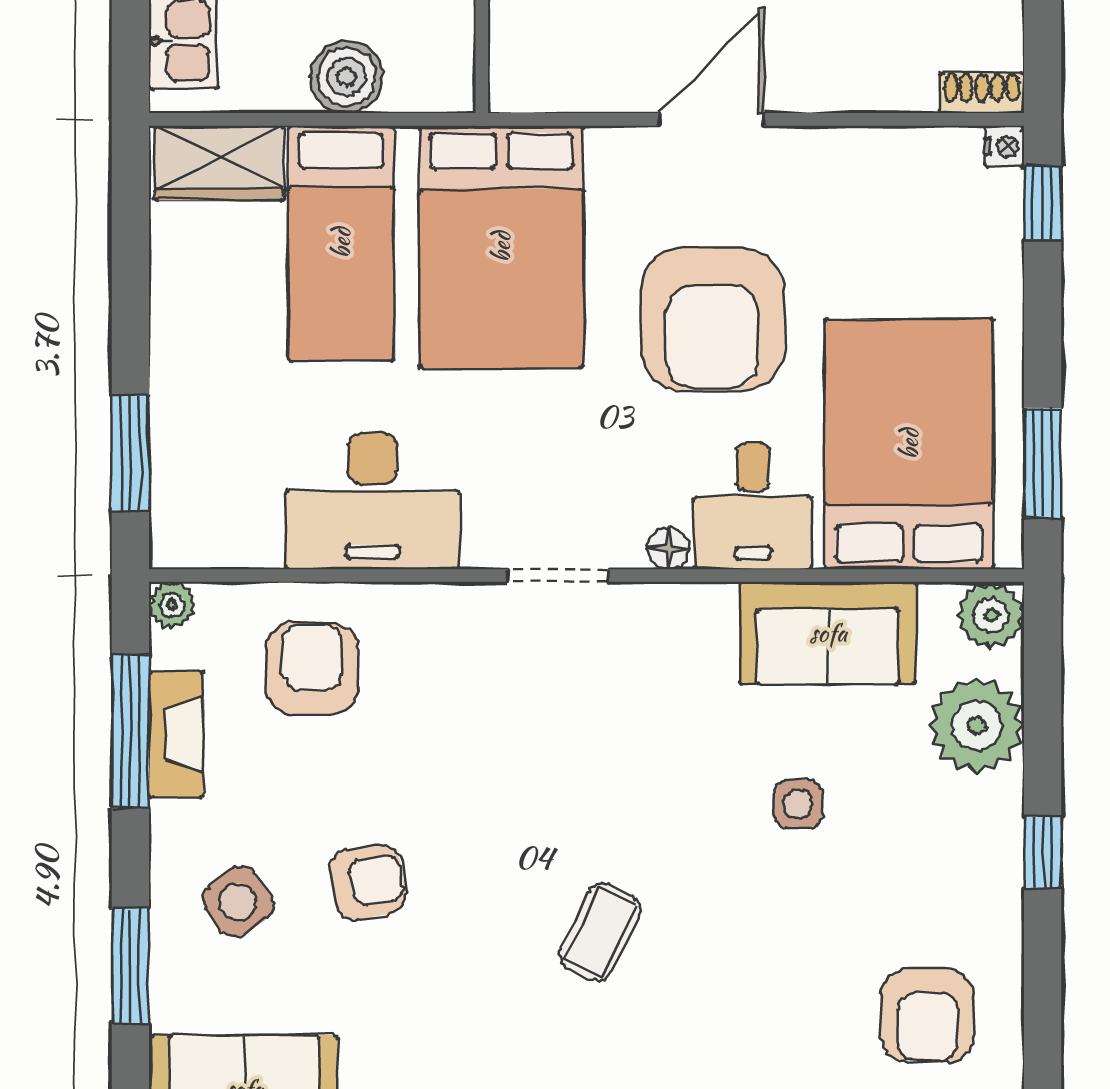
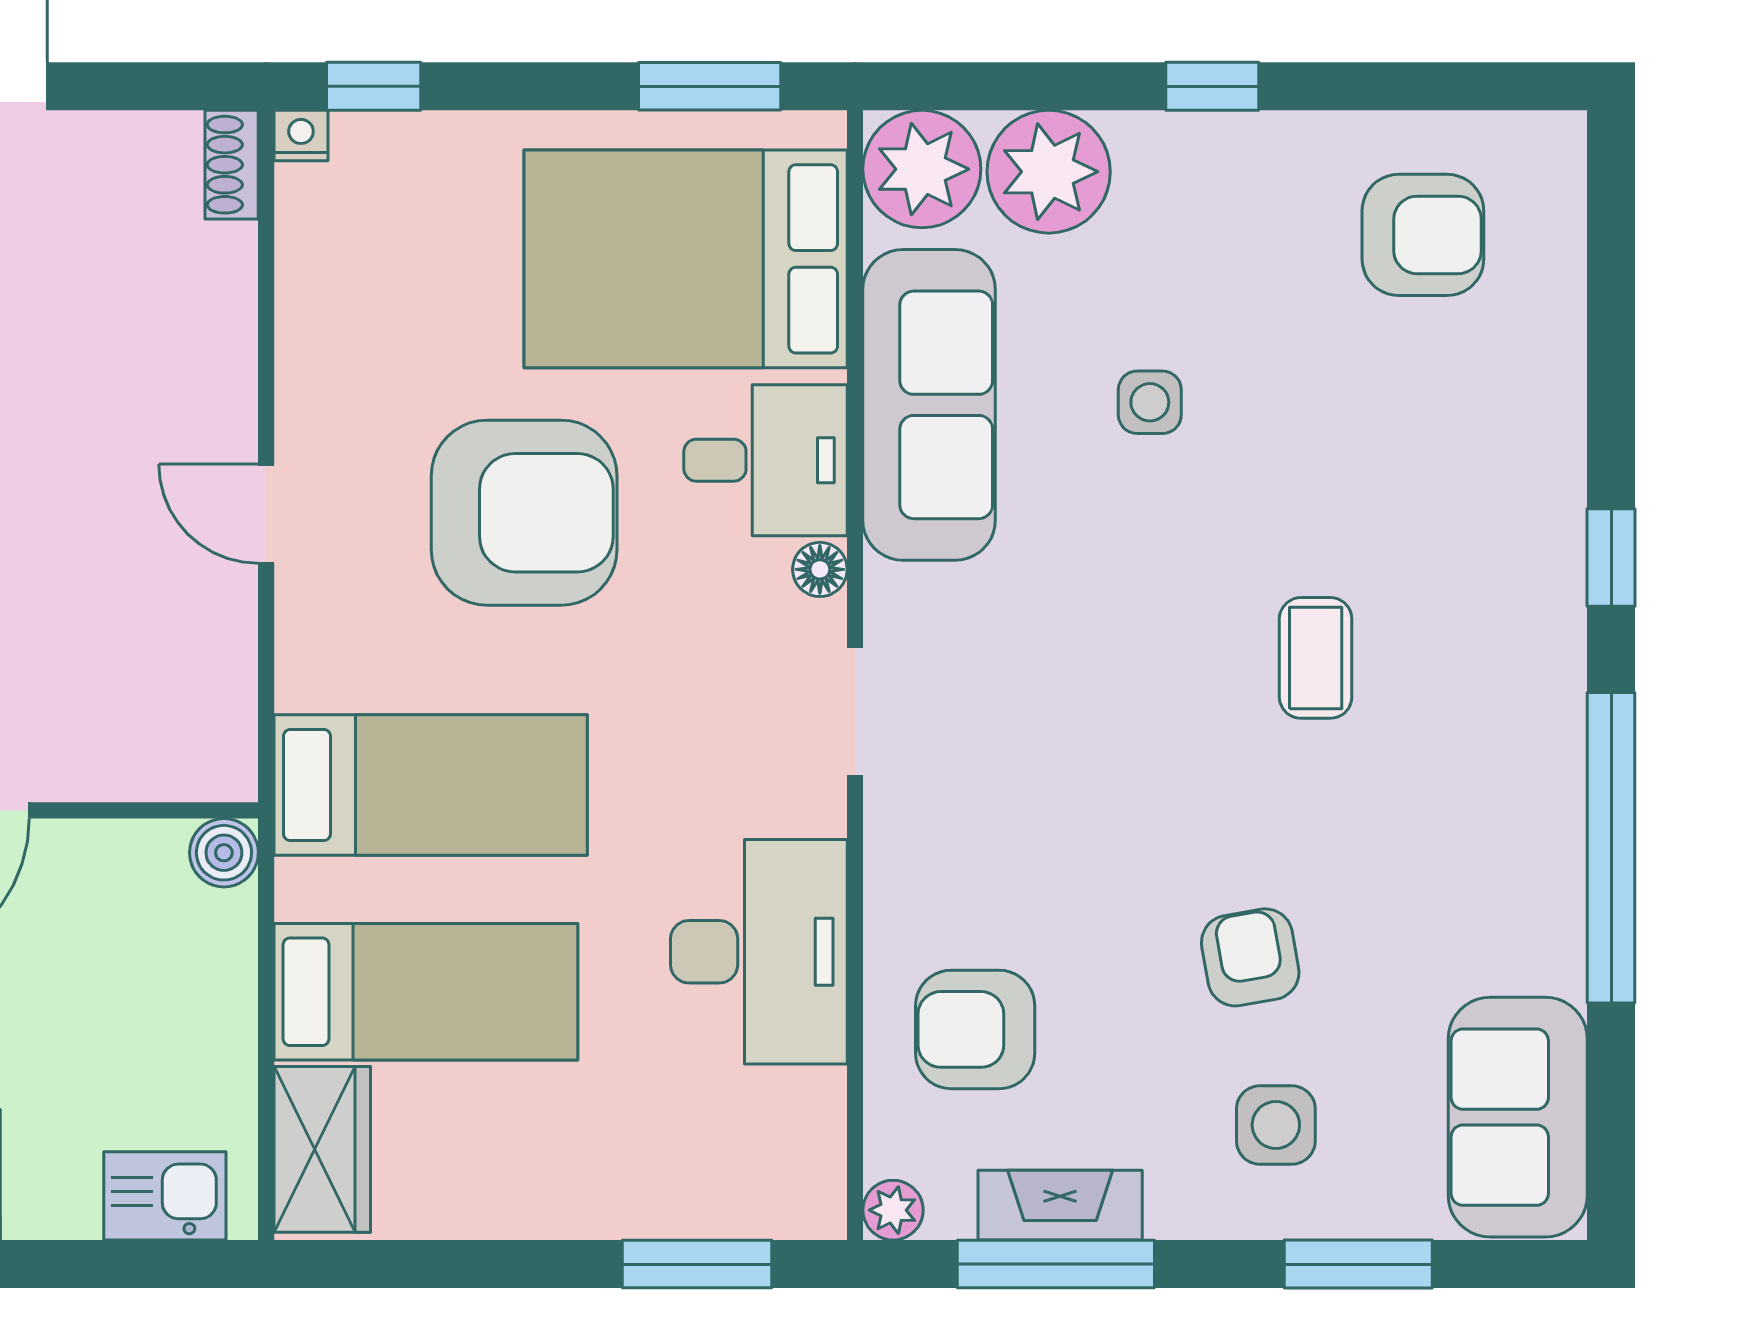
boiler: (346, 77) -> (224, 853), moved, width x0.73, depth x0.73
door: (712, 119) -> (266, 514), width x0.73
bed: (501, 247) -> (431, 785), width x0.67
plant: (991, 615) -> (922, 169), width x1.36, depth x1.36
sofa: (828, 633) -> (929, 405), width x1.36
side table: (238, 902) -> (1276, 1125), turned 35
coffee table: (600, 932) -> (1316, 658), turned 64

